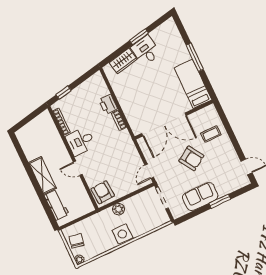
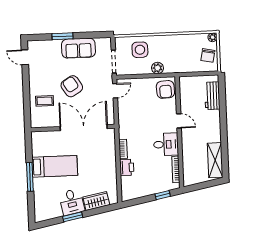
bed: (193, 84) -> (55, 166), moved, turned -90
shelving: (42, 175) -> (215, 160), moved
side table: (122, 234) -> (140, 50), moved

